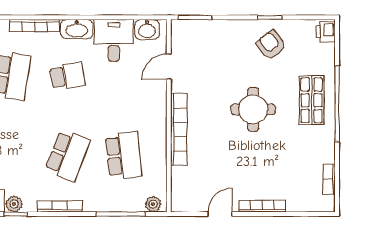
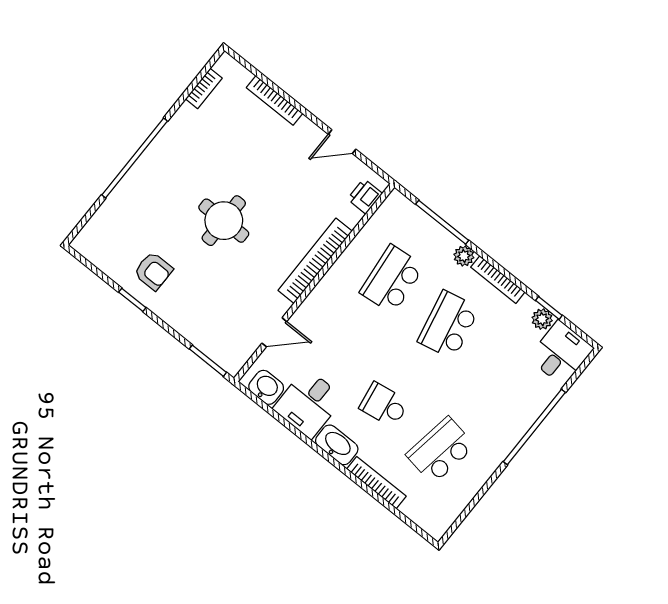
printer: (326, 32) -> (365, 196), moved, turned 180
armchair: (271, 45) -> (153, 271), turned -52
shop shelf: (312, 100) -> (157, 182), removed
school desk: (68, 155) -> (449, 325), turned -33
plant: (153, 204) -> (464, 256), moved
bookcase: (262, 206) -> (274, 100), moved

